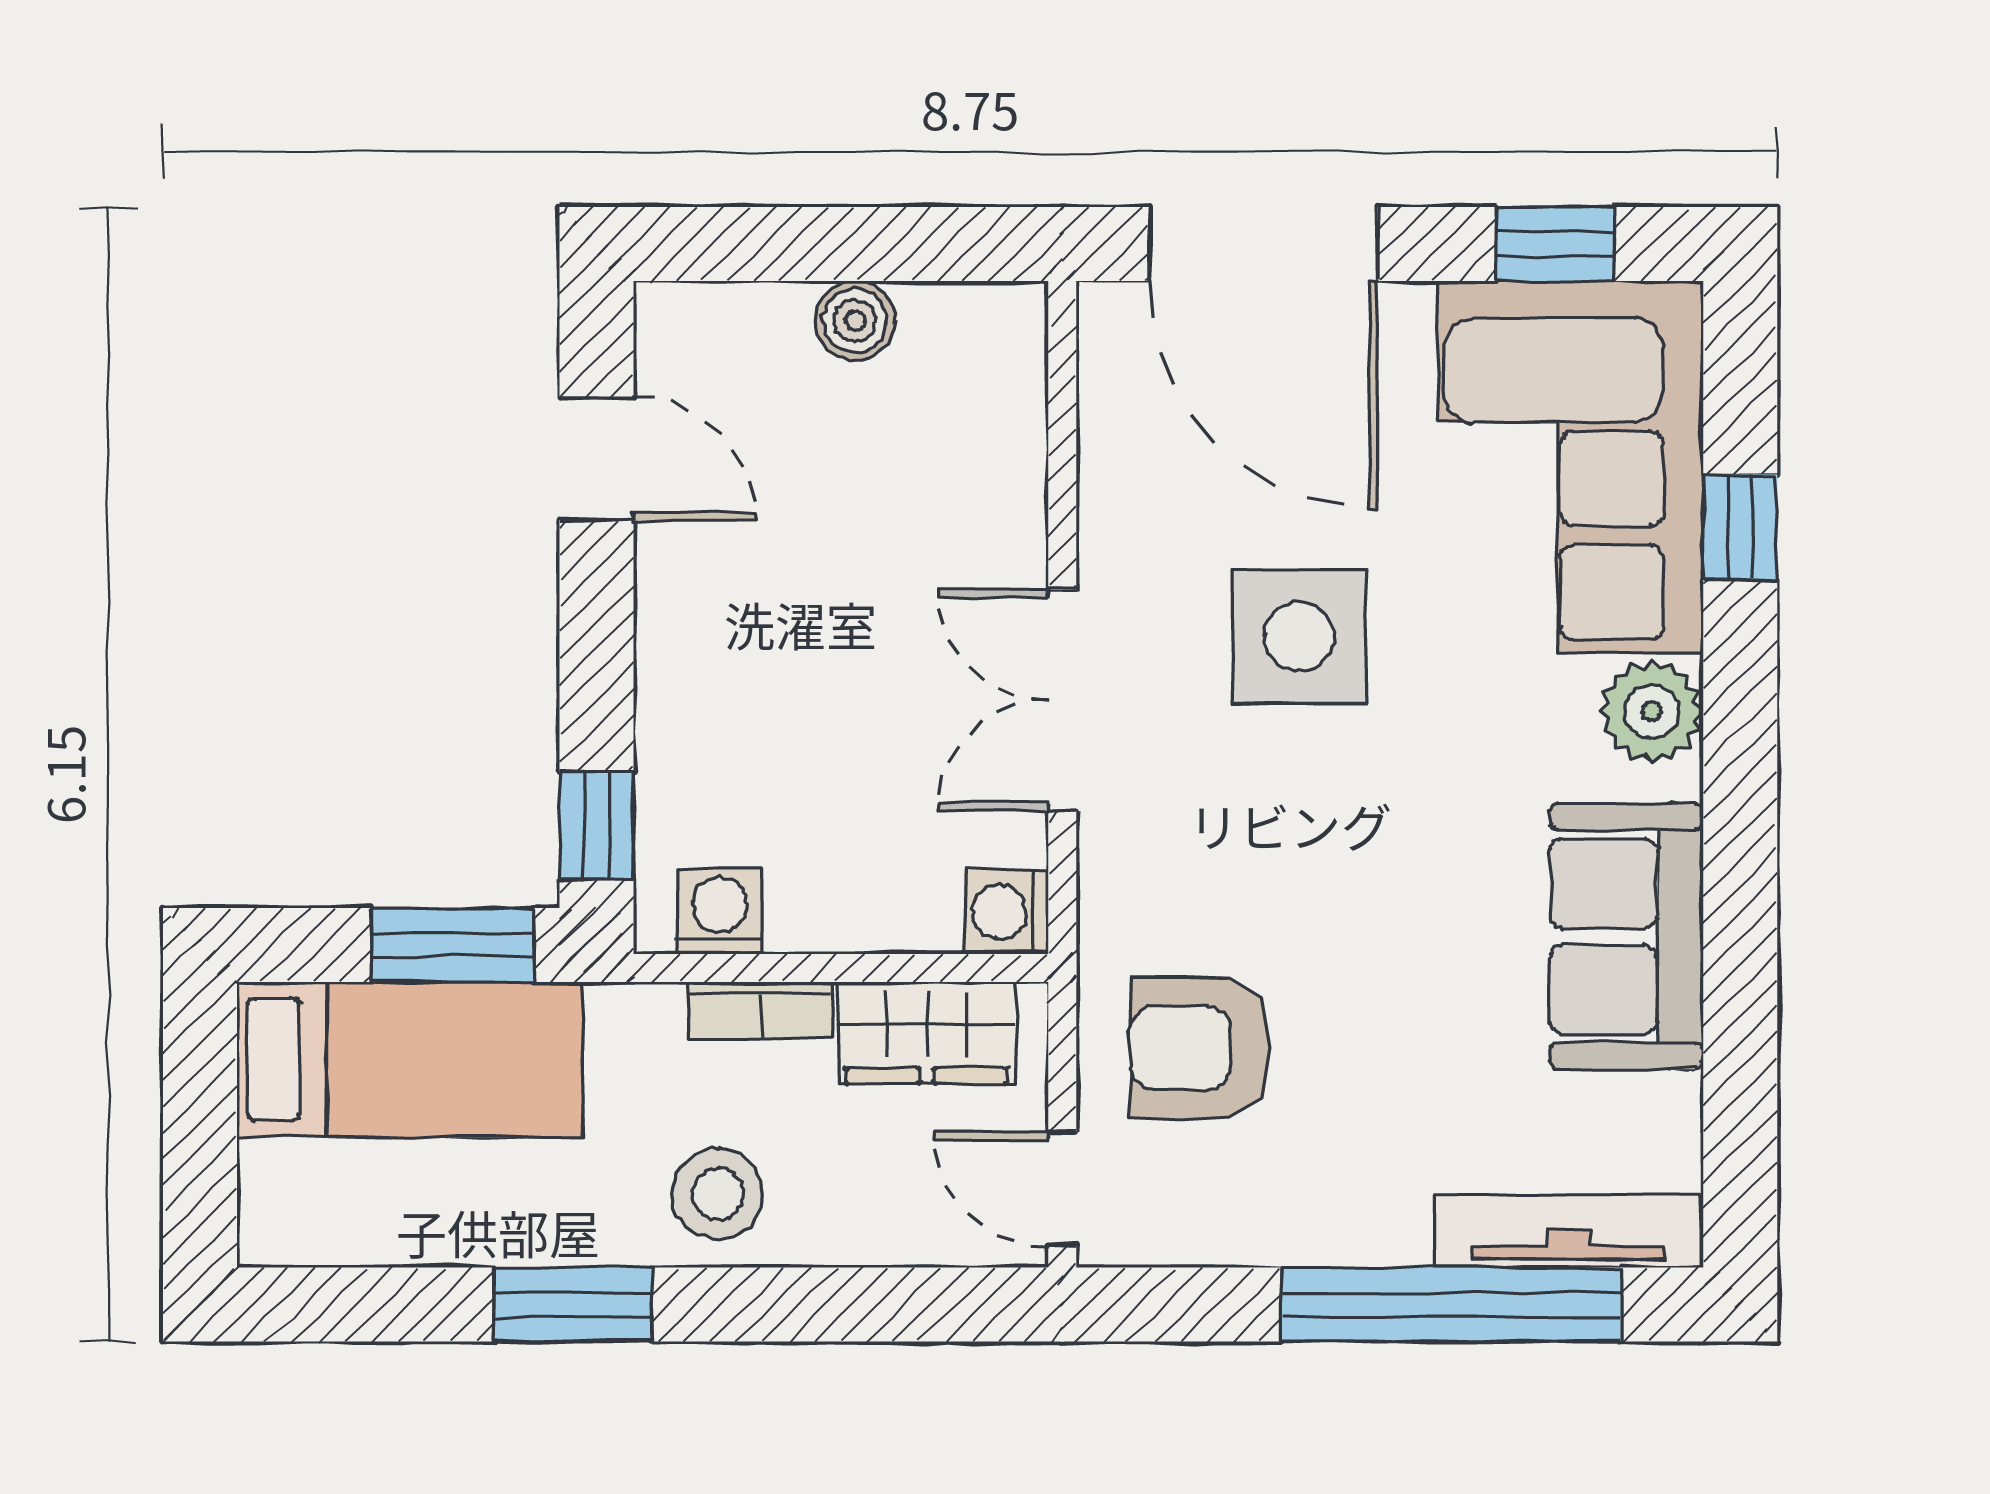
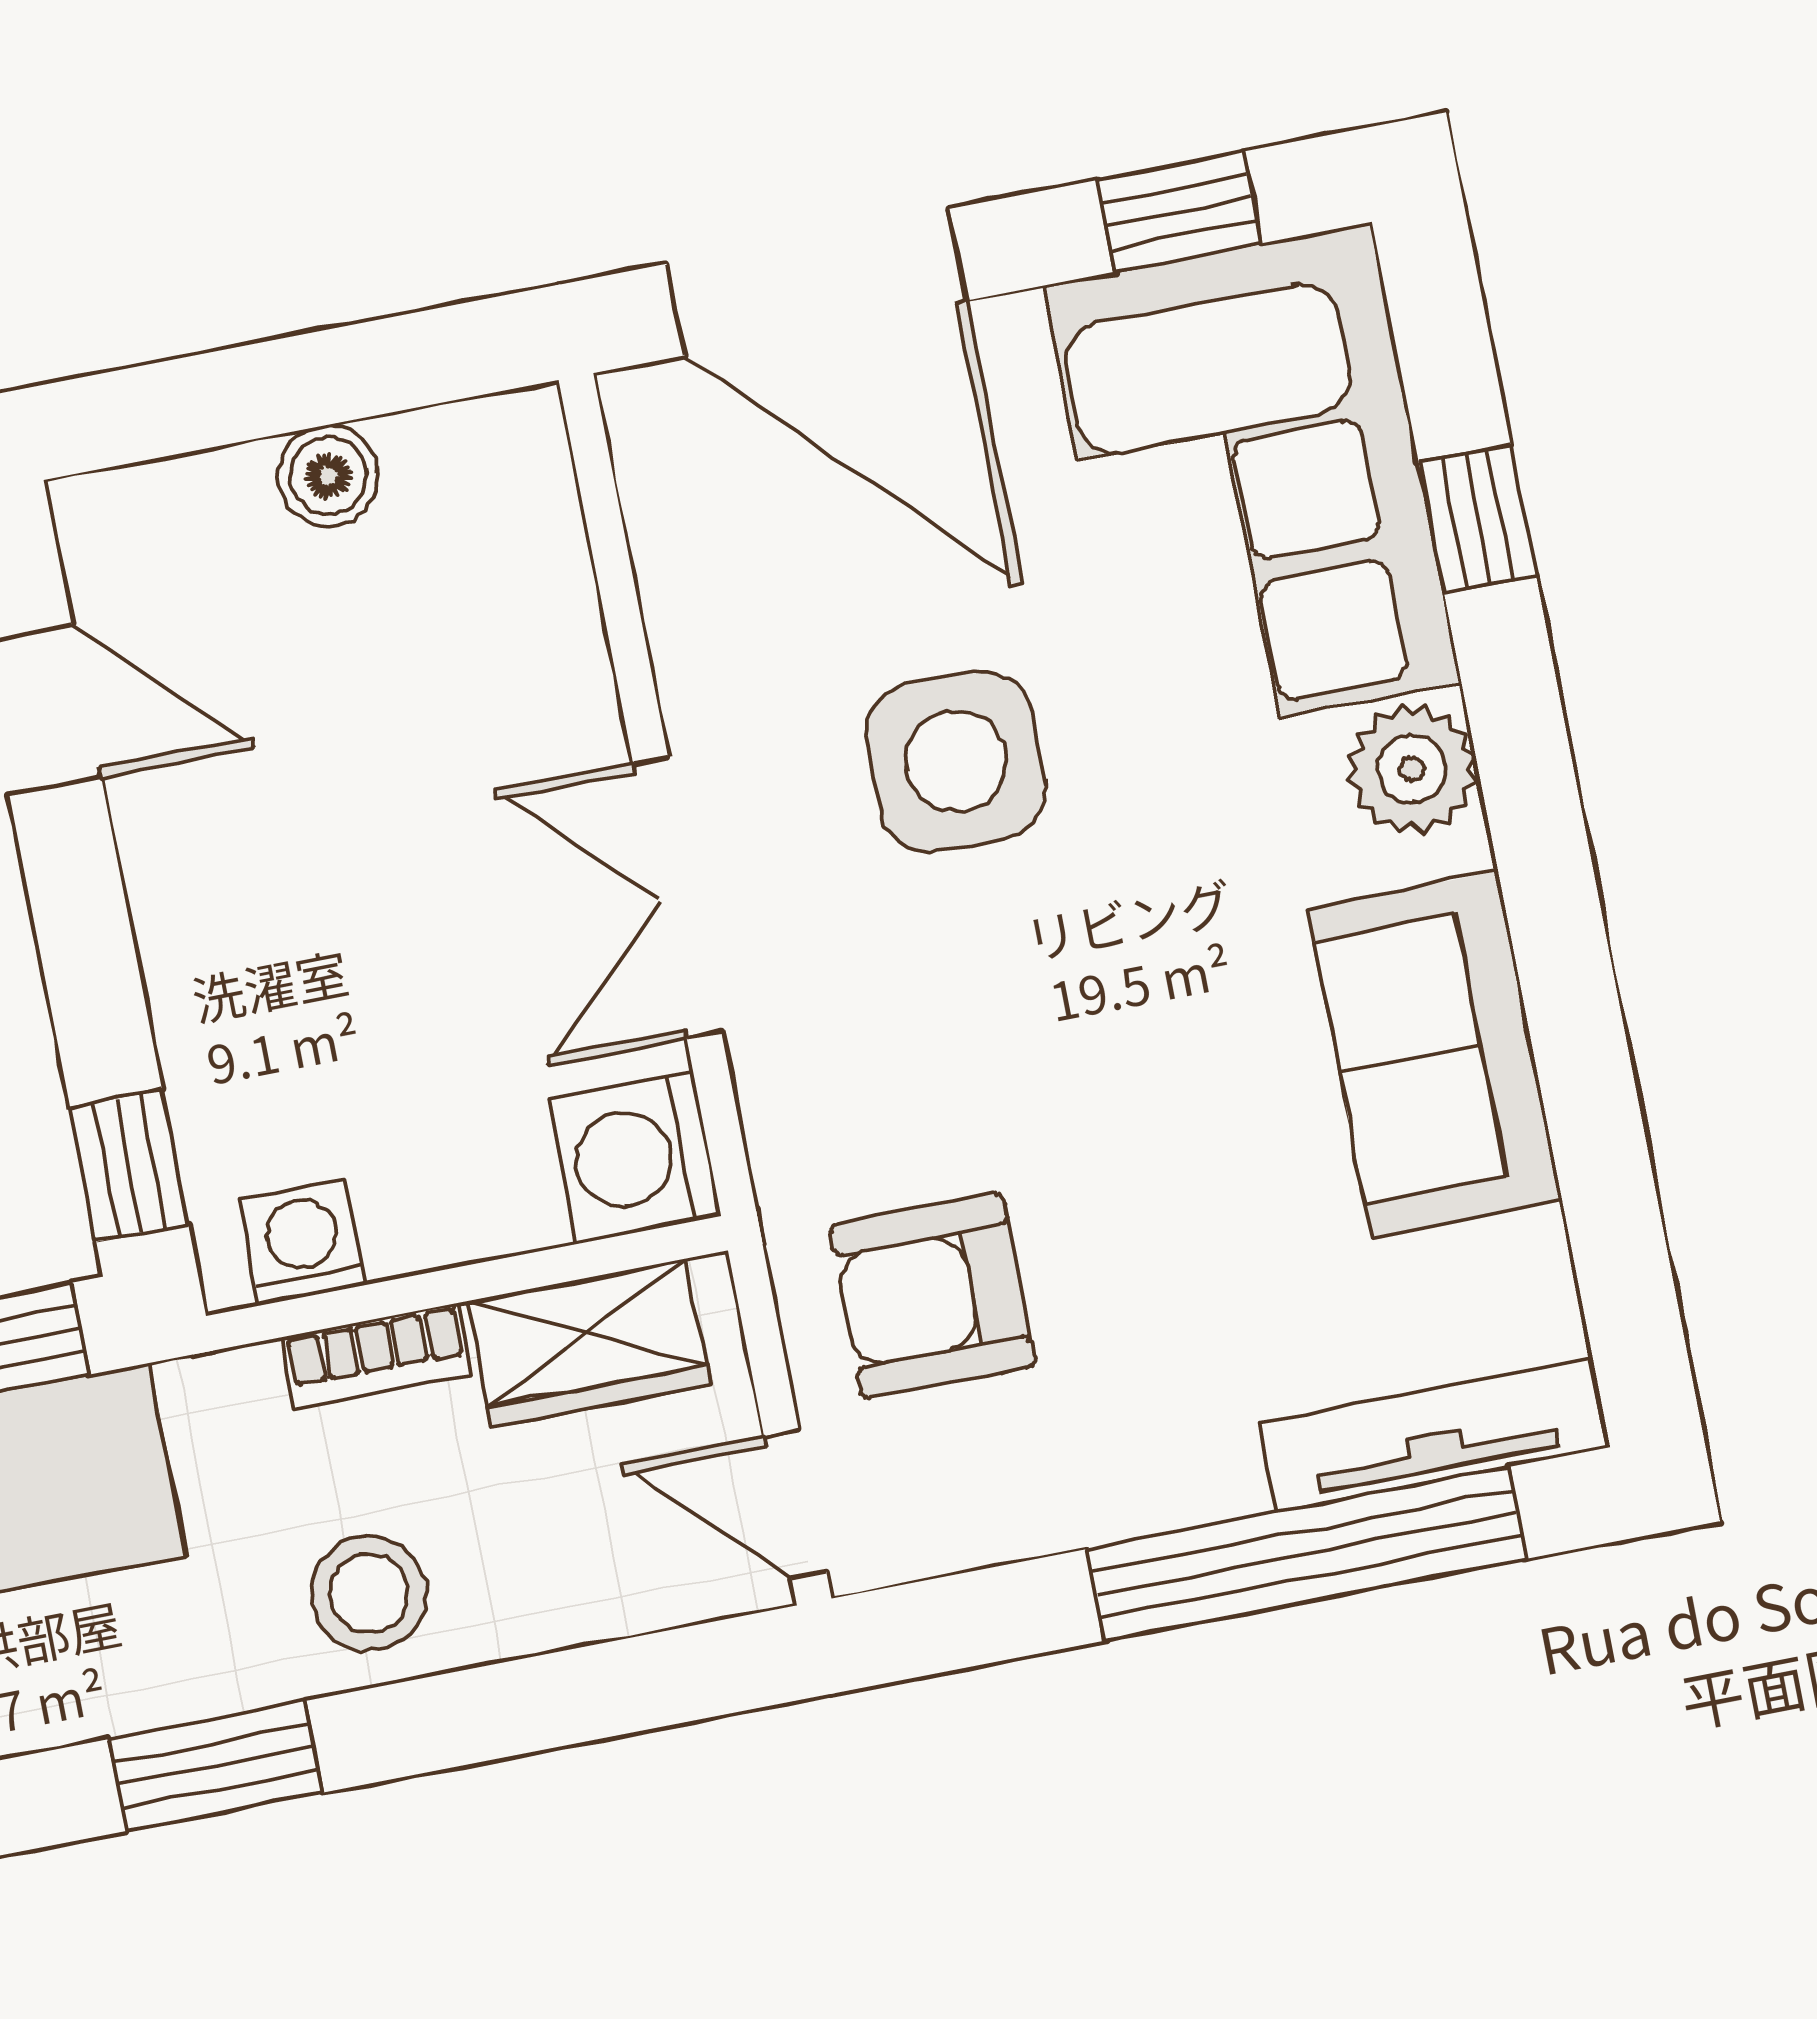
washing machine: (1006, 912) -> (635, 1158), width x1.38, depth x1.38

